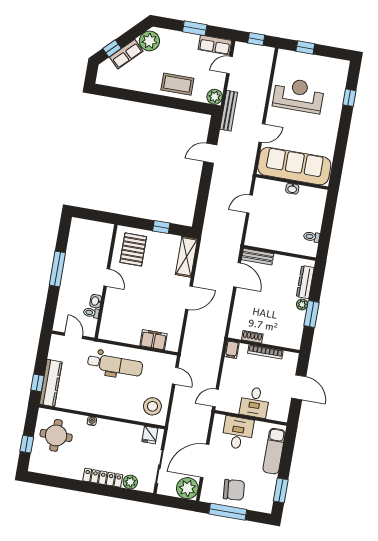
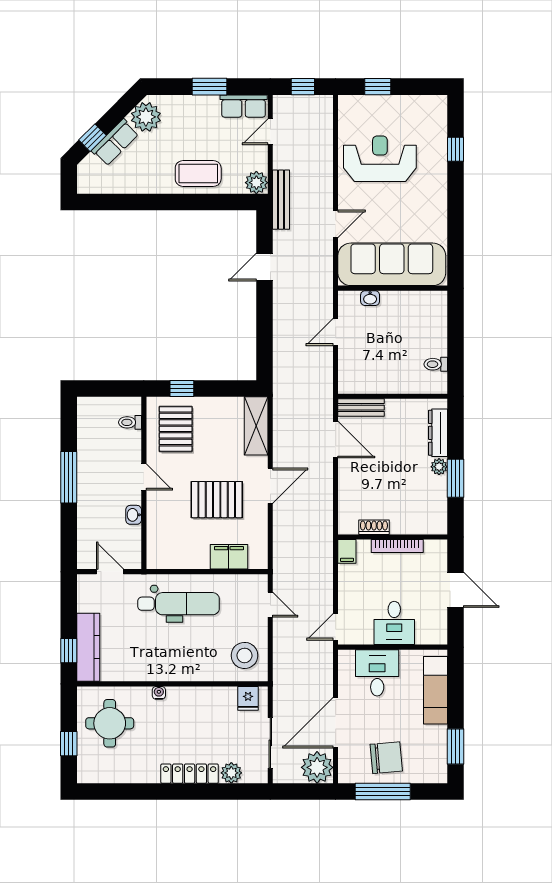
washbasin: (292, 189) -> (370, 298), moved
window: (161, 227) -> (182, 389), moved
pallet: (152, 301) -> (217, 500), added
toilet: (91, 313) -> (130, 422), moved

